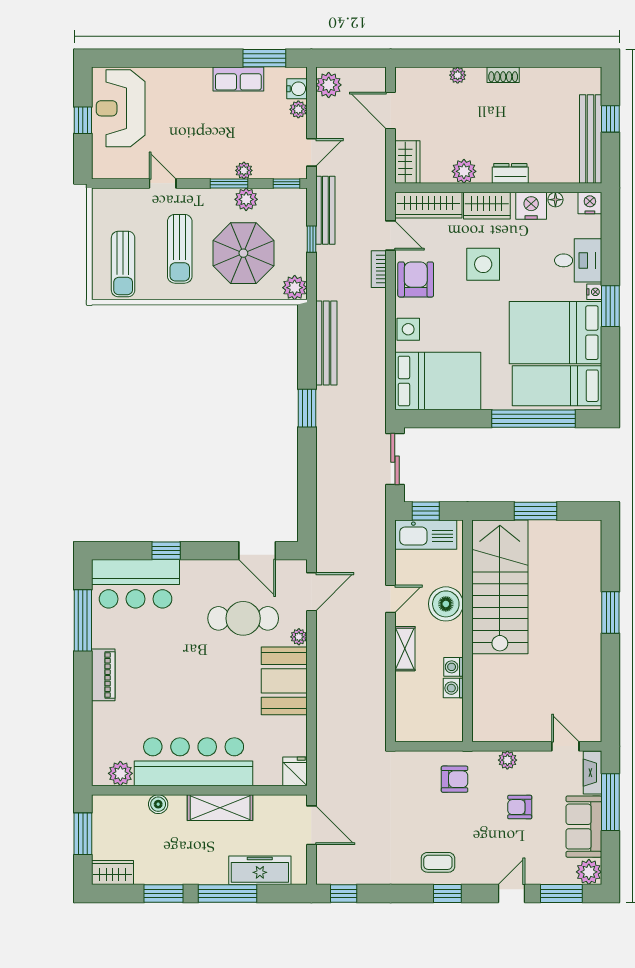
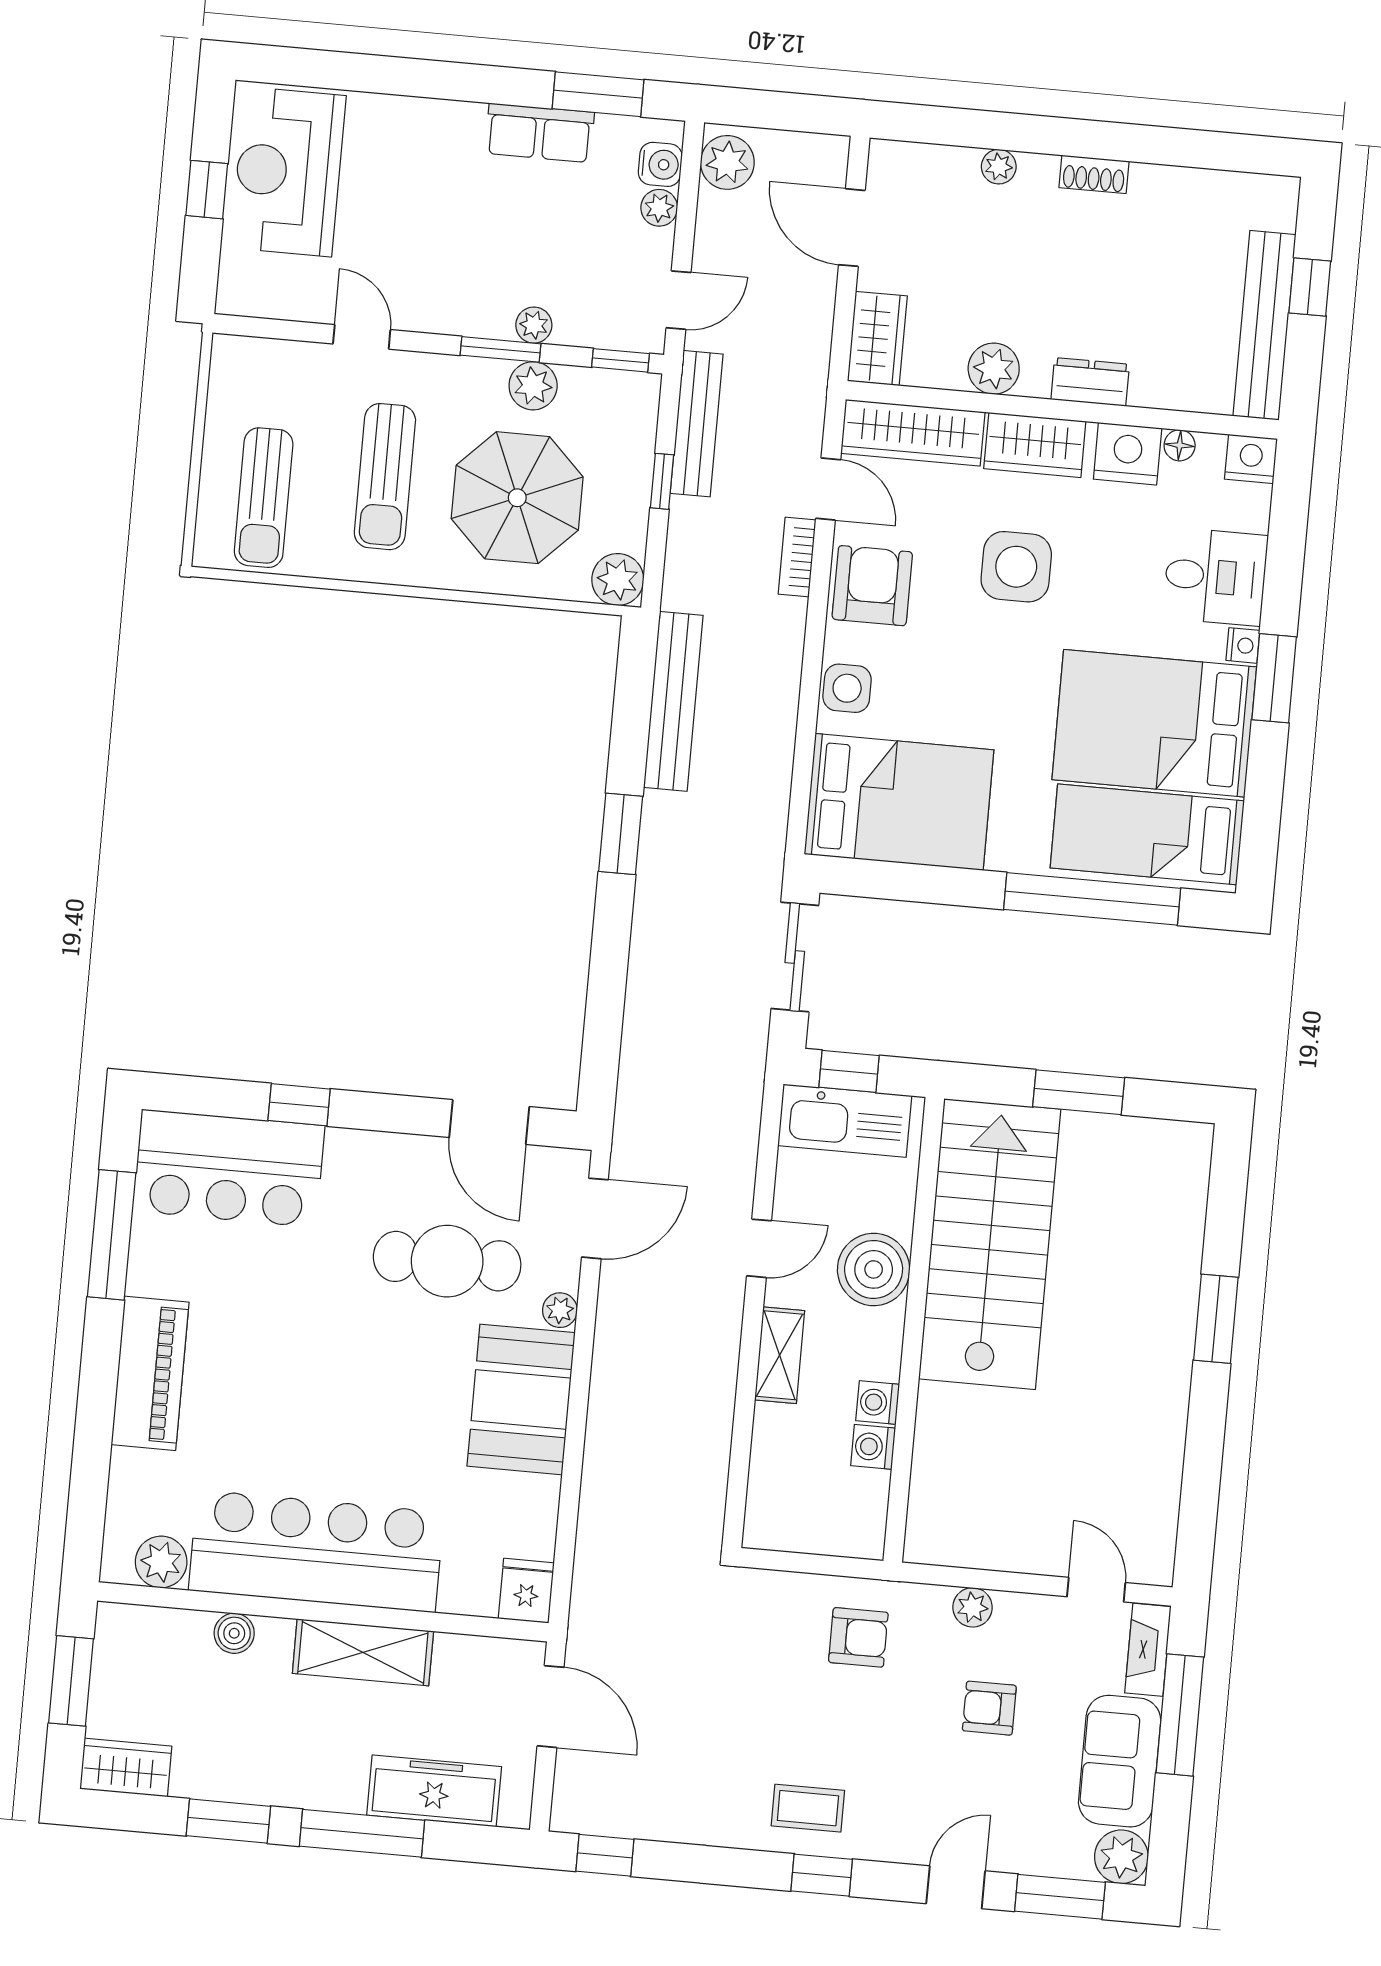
piano: (103, 675) -> (150, 1373), width x1.37, depth x1.33

